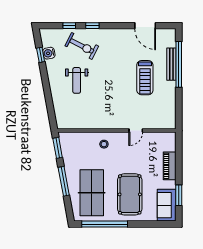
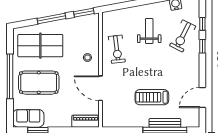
weight bench: (77, 80) -> (149, 31), turned 90
exercise bike: (95, 114) -> (117, 49), added
door: (136, 131) -> (101, 88), width x1.87
piano: (170, 166) -> (86, 121), moved
window: (105, 224) -> (10, 76), moved

